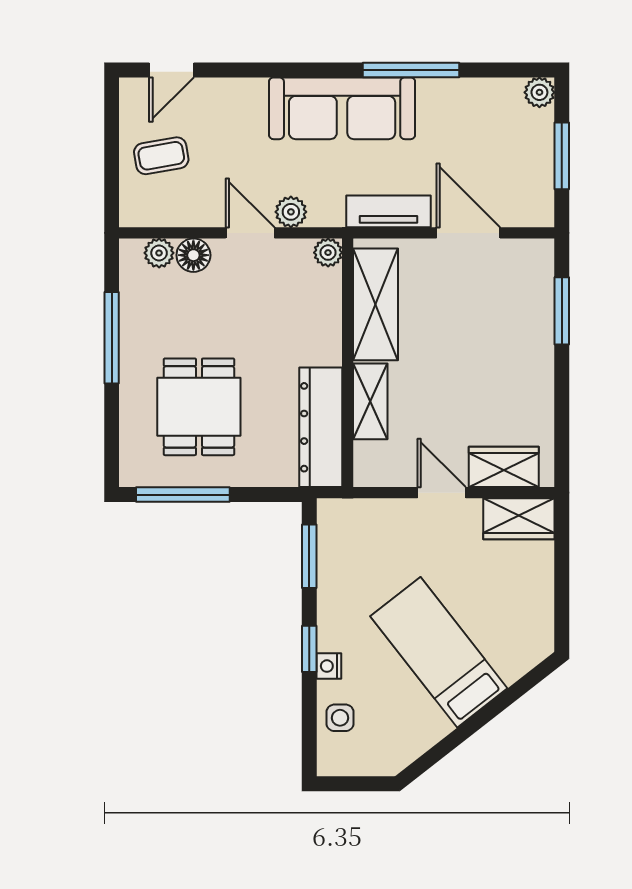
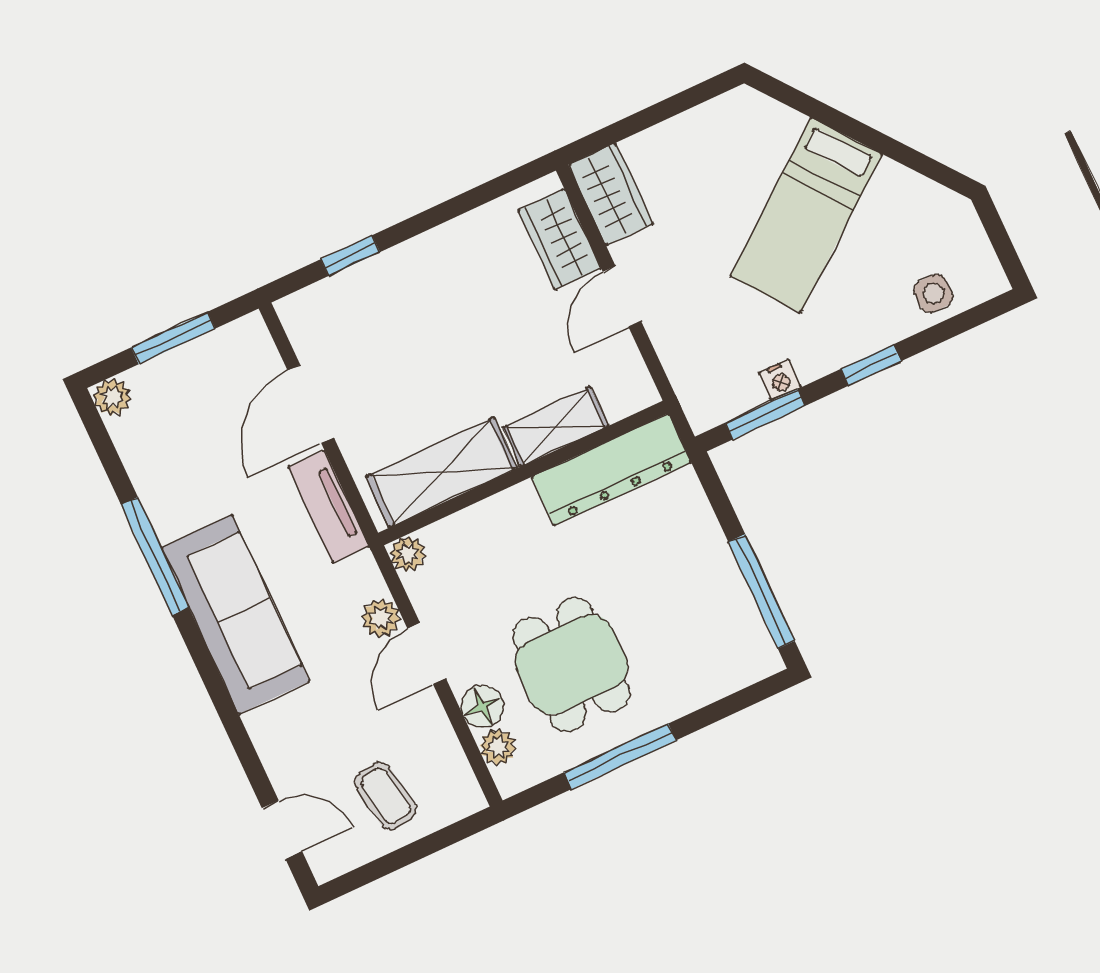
window: (562, 311) -> (350, 256), width x0.67
dining table: (199, 407) -> (571, 665), moved, turned 90
nightstand: (329, 666) -> (780, 380), moved

